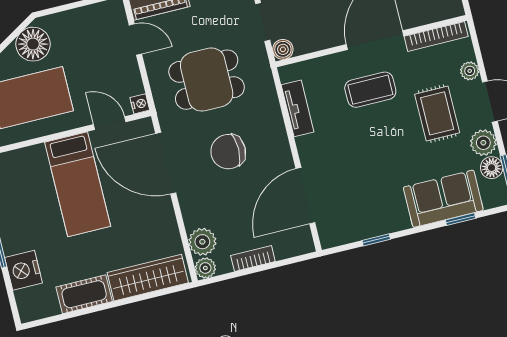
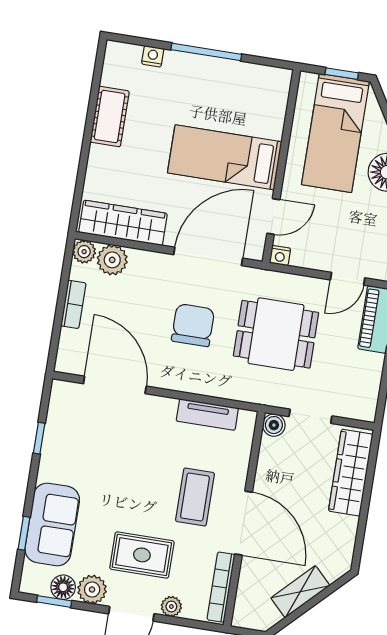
dining table: (207, 80) -> (276, 334), turned 90
nightstand: (24, 270) -> (153, 56), width x0.53, depth x0.56
wardrobe: (148, 278) -> (123, 223), moved, turned -90

